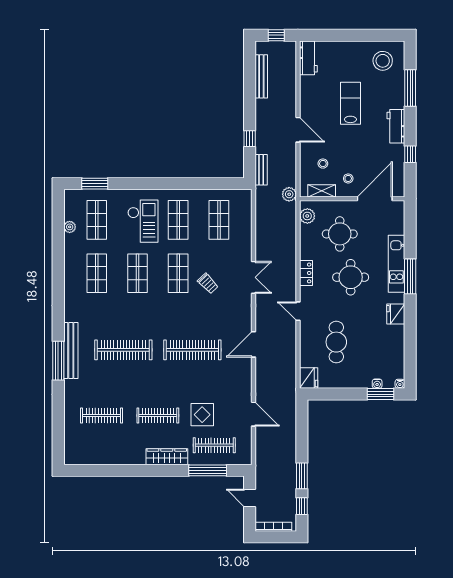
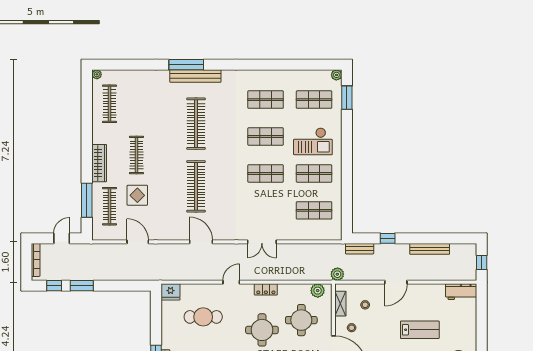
bench: (261, 76) -> (430, 249), moved
plant: (70, 227) -> (336, 75), moved
trolley: (208, 284) -> (256, 200), removed
door: (254, 414) -> (138, 242), swing flipped
clothes rail: (101, 416) -> (110, 104), moved
plant: (69, 459) -> (97, 74), added

